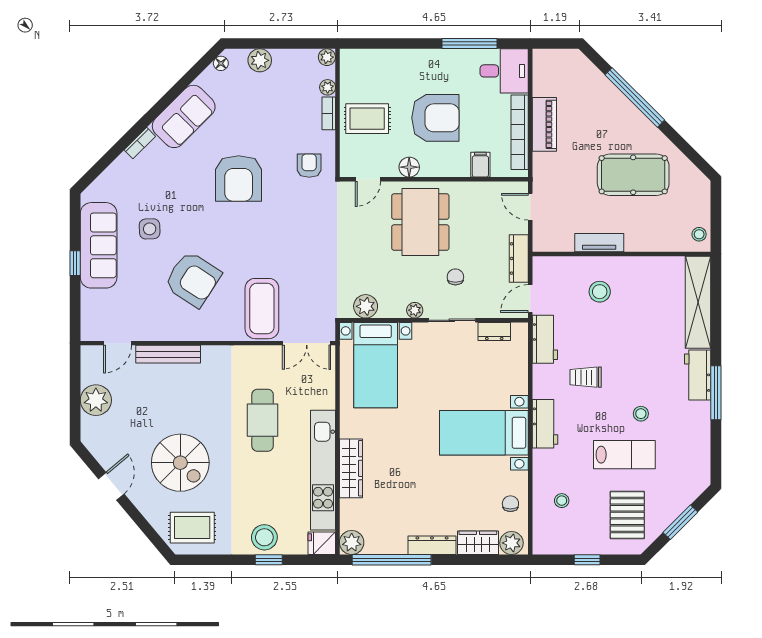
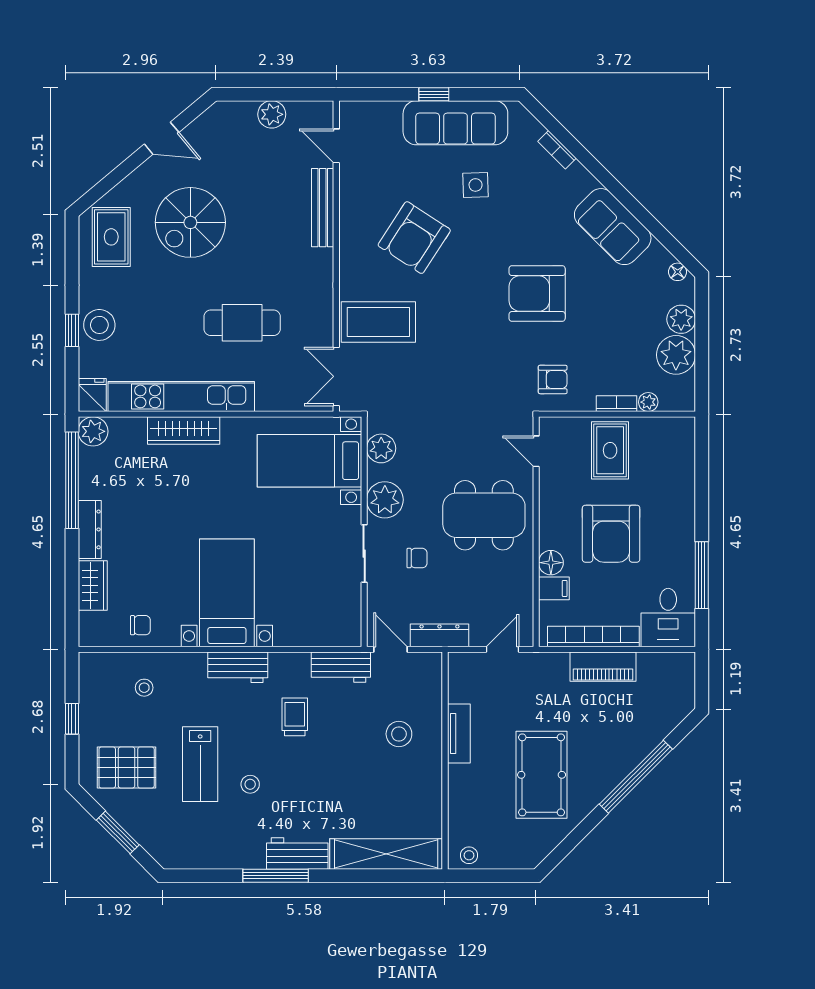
plant: (327, 57) -> (676, 355), moved, width x1.88, depth x1.88
bookcase: (140, 143) -> (557, 150), moved
floor lamp: (409, 167) -> (551, 563), moved
plant: (415, 310) -> (385, 500), width x1.88, depth x1.88
dresser: (494, 331) -> (350, 605), removed
plant: (96, 400) -> (272, 114), width x0.73, depth x0.73
plant: (512, 543) -> (92, 626), removed

